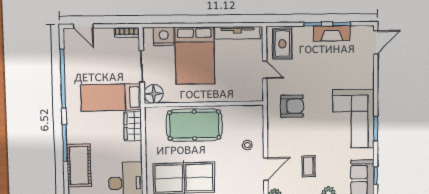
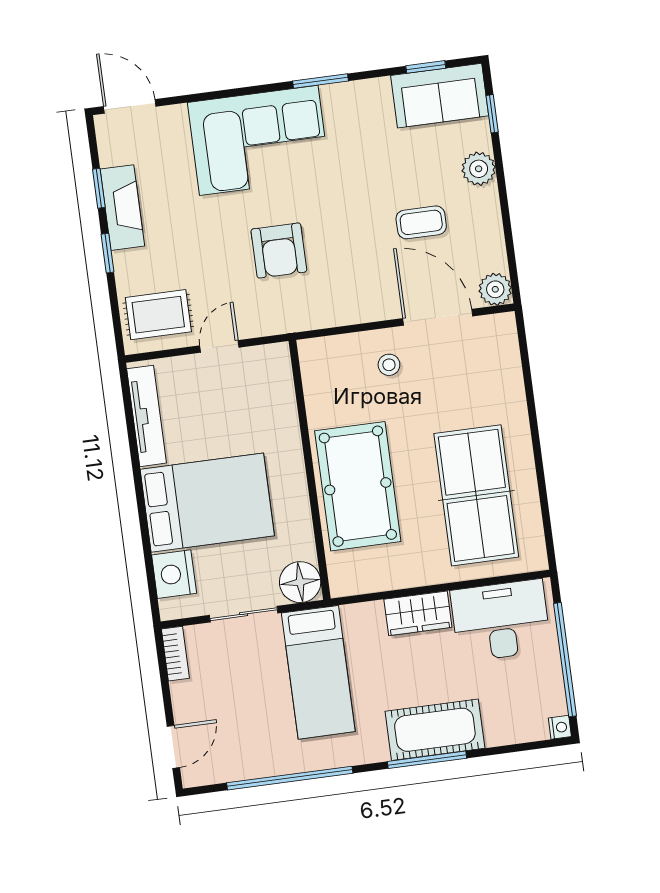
armchair: (292, 106) -> (279, 251), moved, turned 180
corner sofa: (353, 119) -> (259, 140), moved
wardrobe: (133, 126) -> (418, 613), moved
cot: (79, 165) -> (435, 730), moved
door: (266, 169) -> (438, 317), width x1.36

